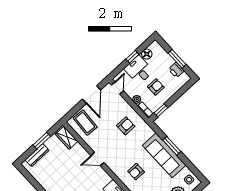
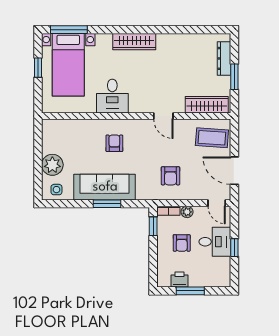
floor lamp: (147, 54) -> (224, 265), removed
wardrobe: (67, 138) -> (207, 105), width x1.50
door: (97, 159) -> (163, 116), swing flipped

